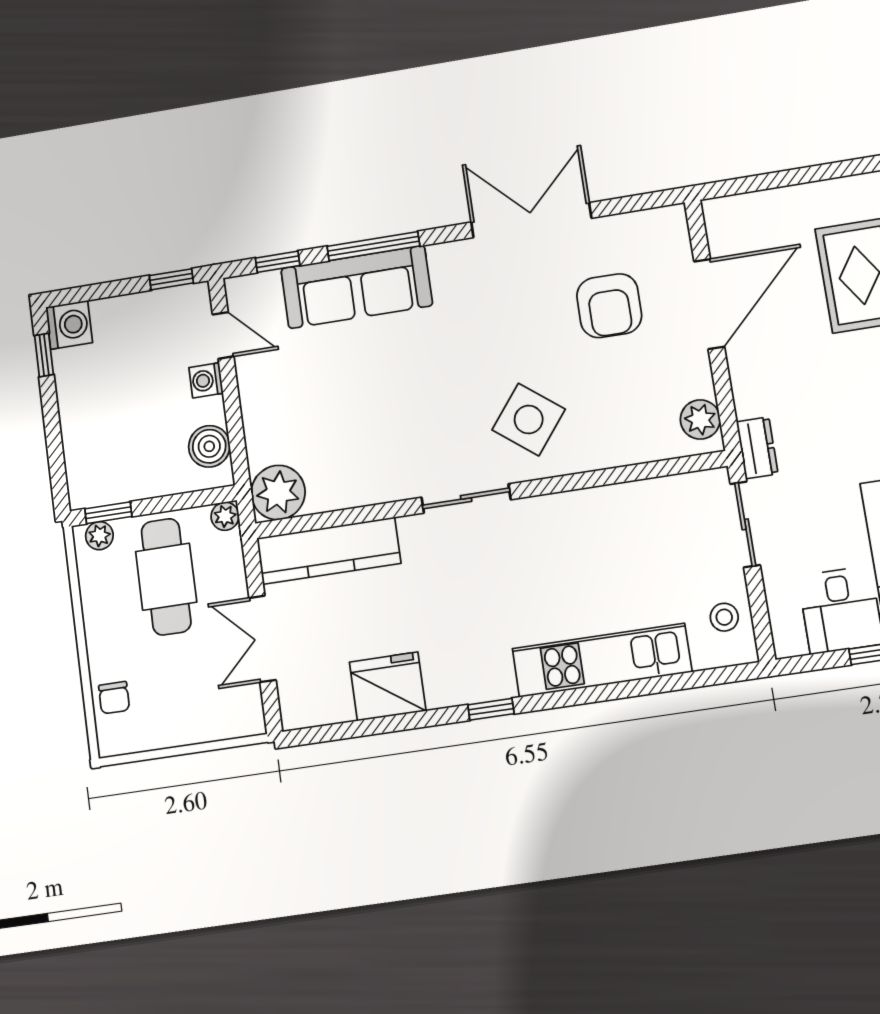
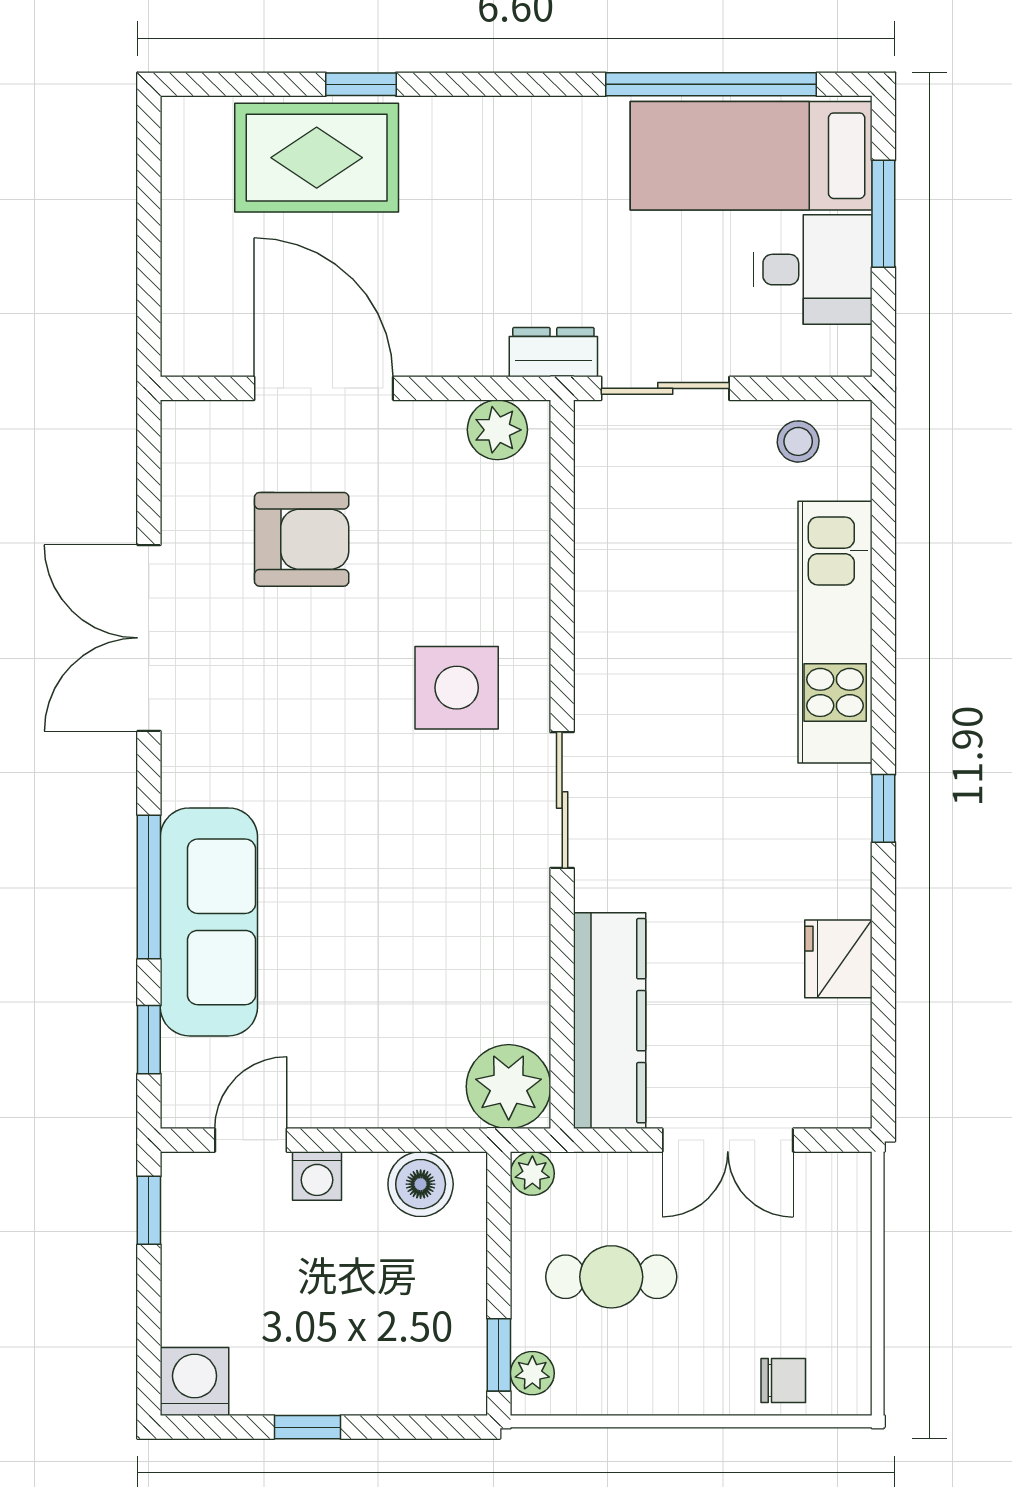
window: (44, 355) -> (307, 1427), moved
side table: (529, 420) -> (457, 688), turned -38
cafe table: (166, 577) -> (611, 1277), width x0.73, depth x0.74
fridge: (388, 686) -> (838, 959), width x0.73, depth x0.75

